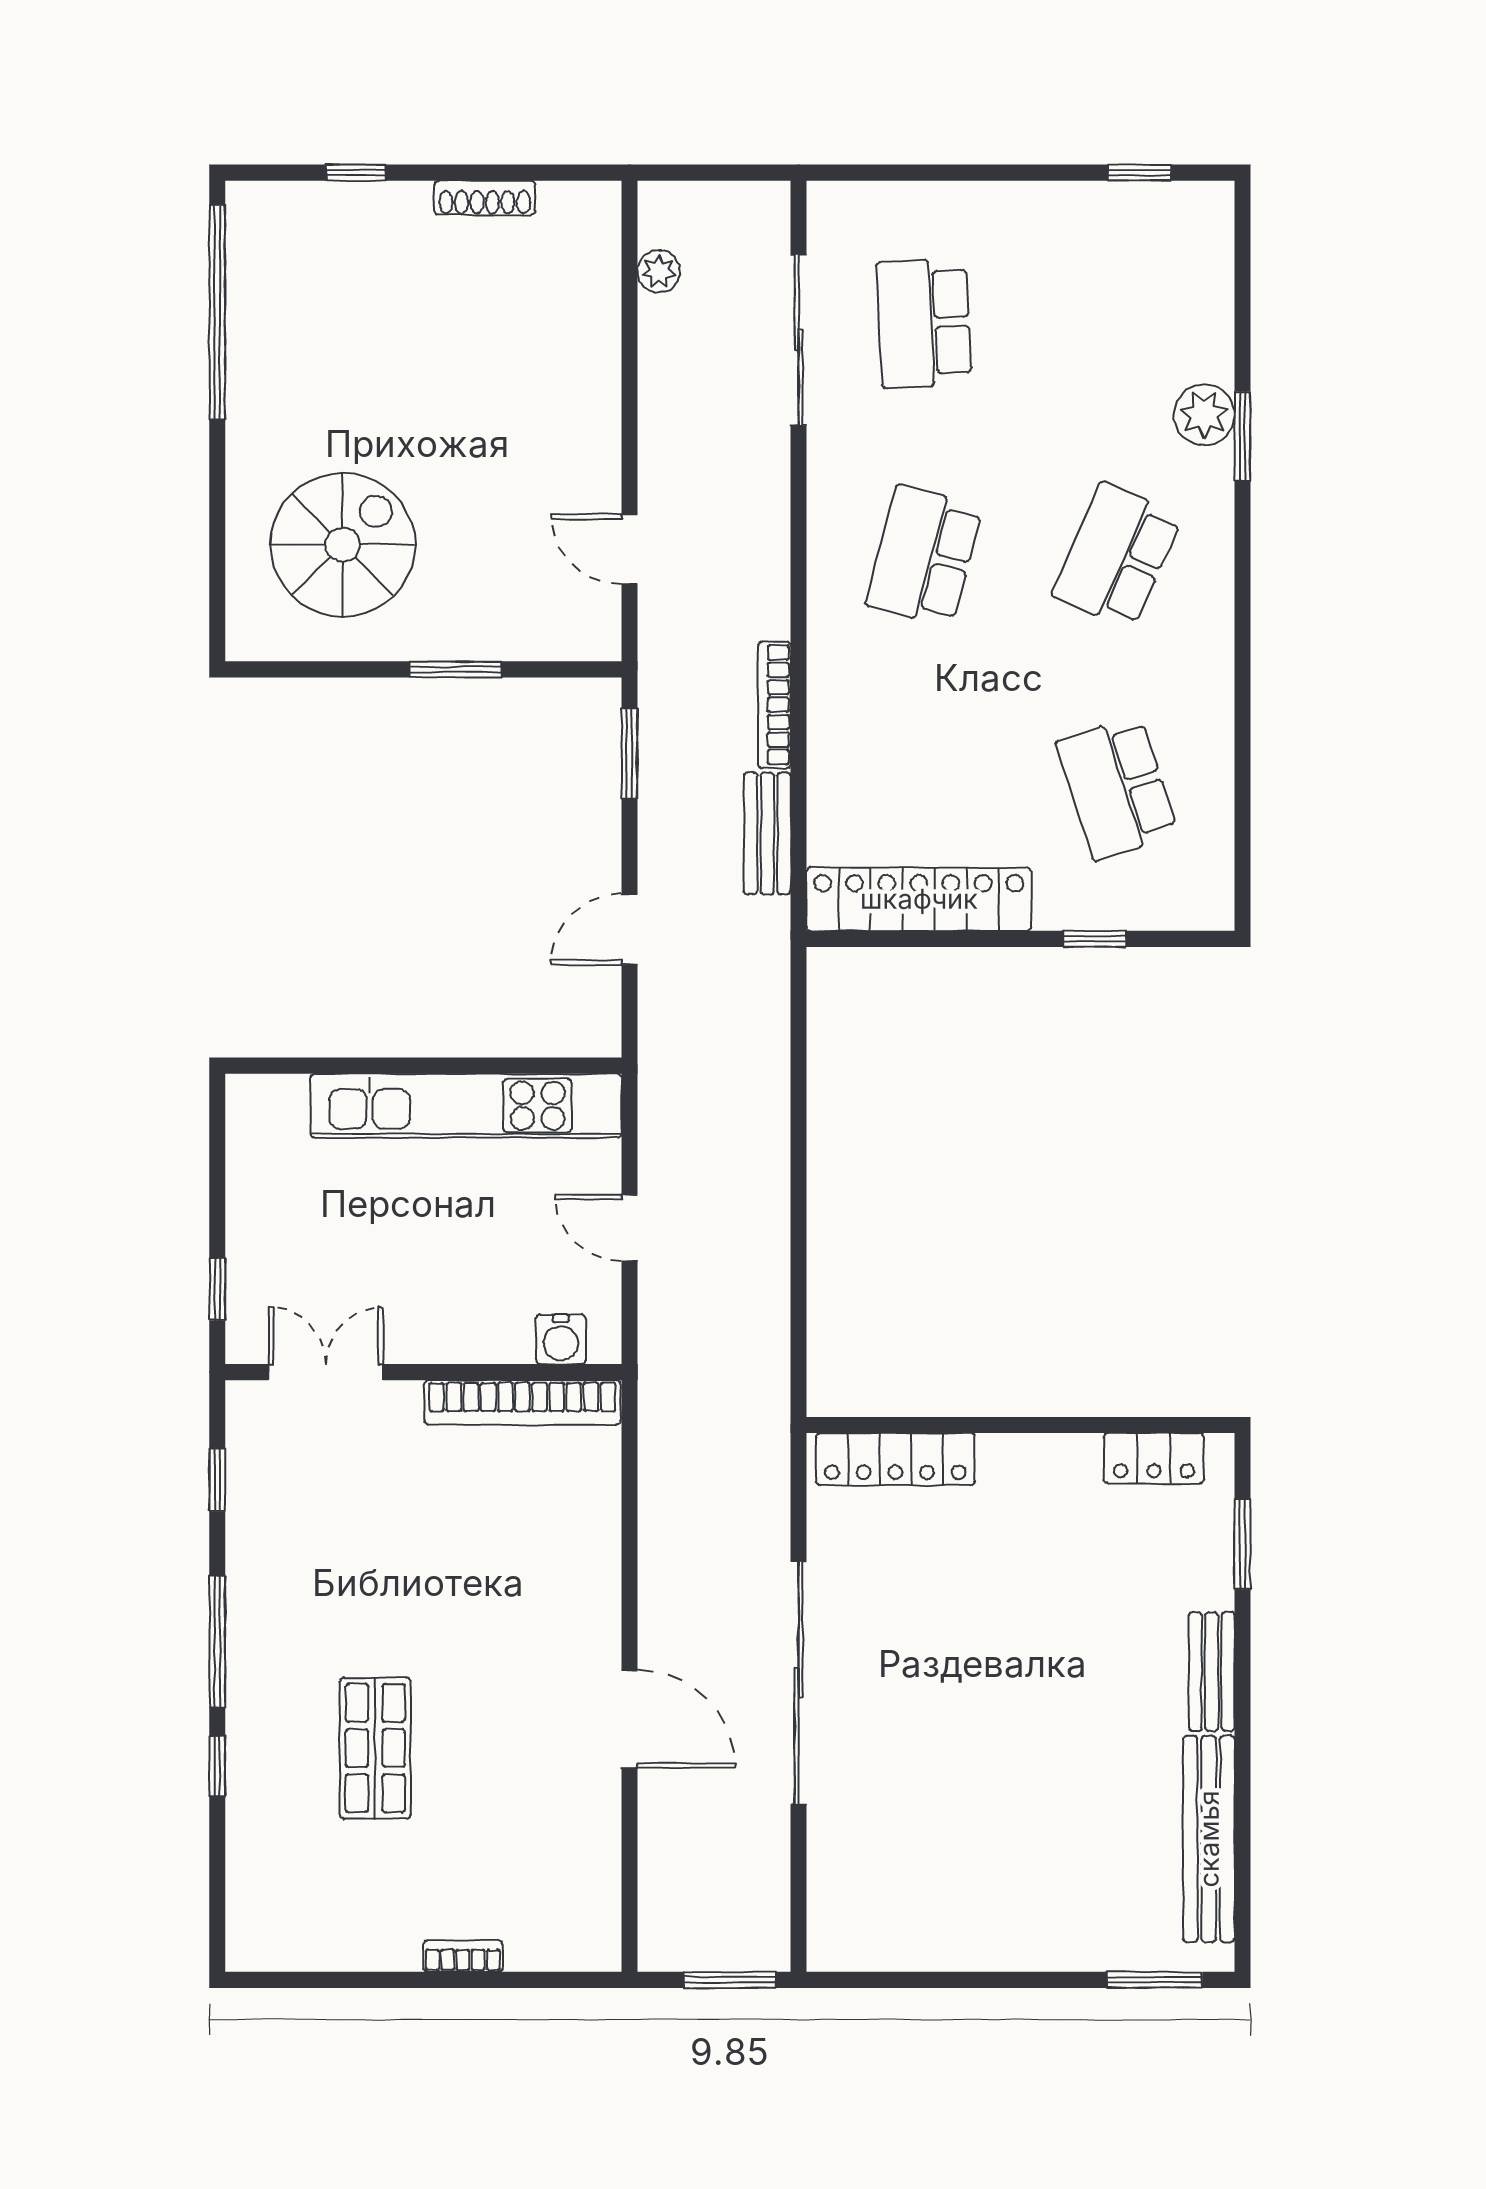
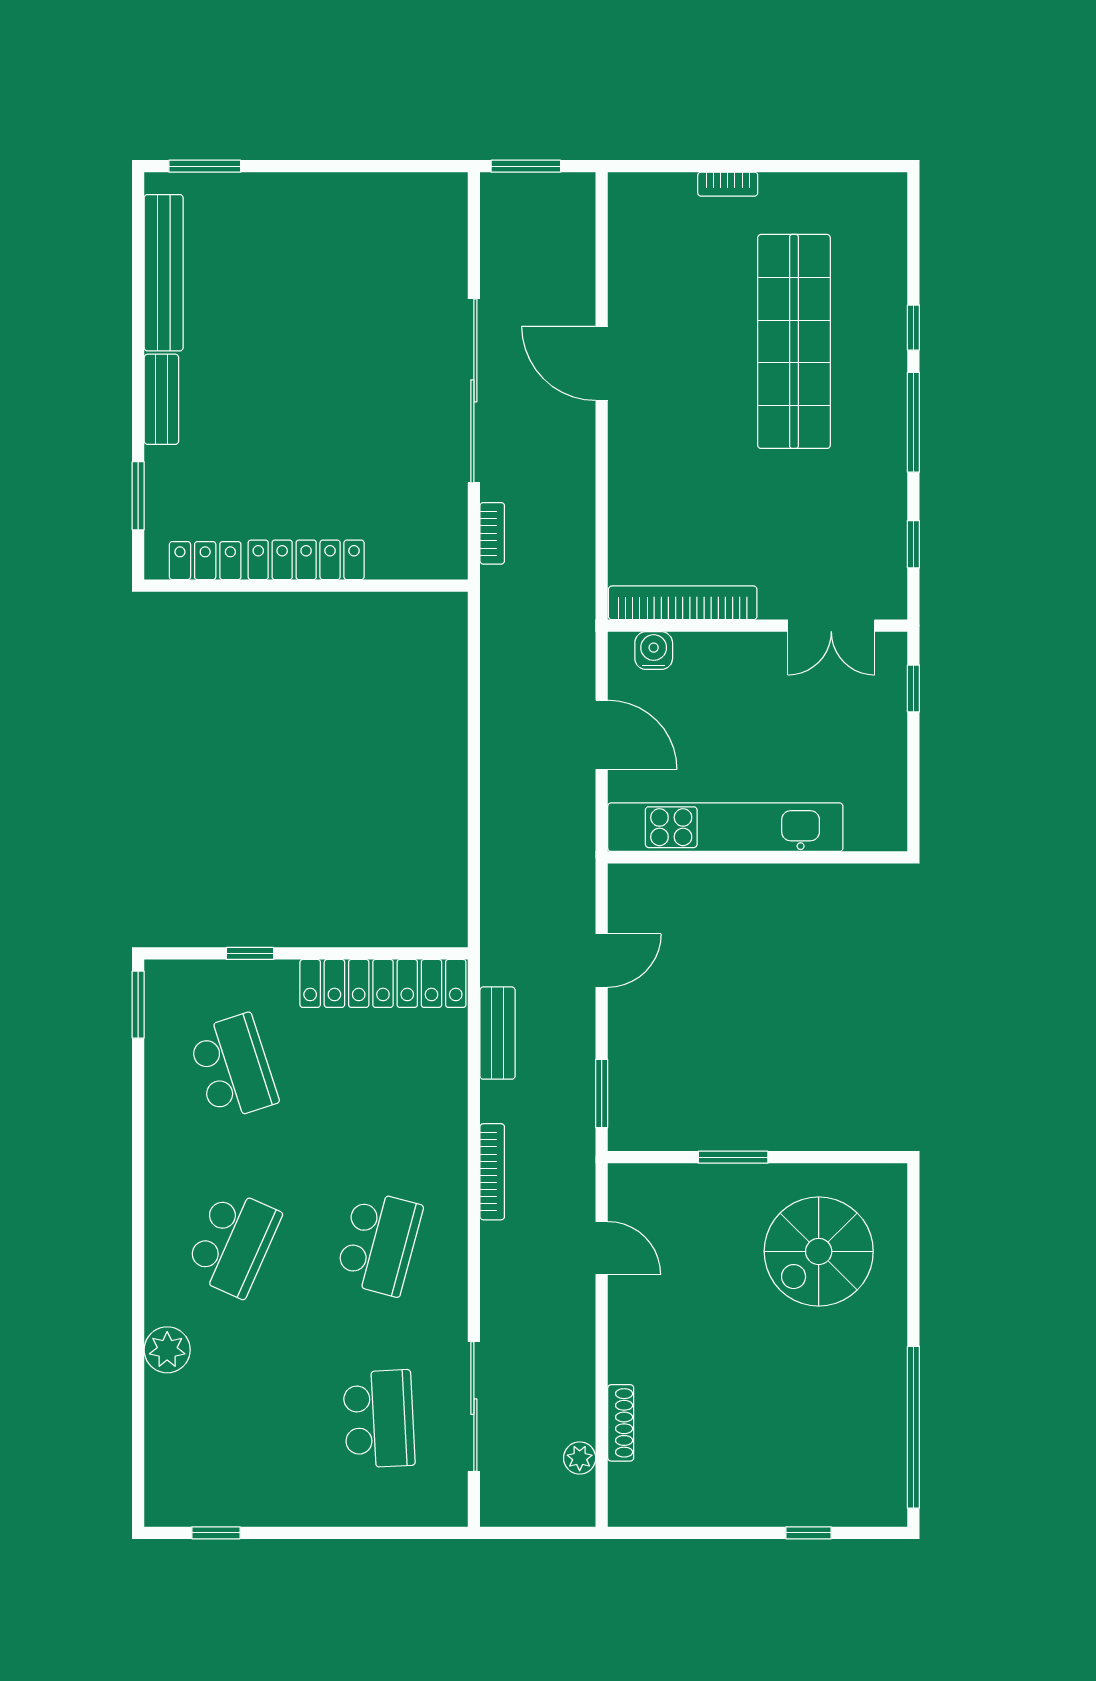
shoe rack: (485, 198) -> (621, 1423), moved, turned 90
window: (1242, 436) -> (138, 1005), moved
bookcase: (774, 705) -> (492, 1172), moved
door: (629, 1228) -> (602, 735), width x1.38
locker: (895, 1459) -> (306, 560), moved
bookcase: (774, 1494) -> (492, 533), added
shop shelf: (375, 1748) -> (794, 341), width x2.00, depth x1.36

